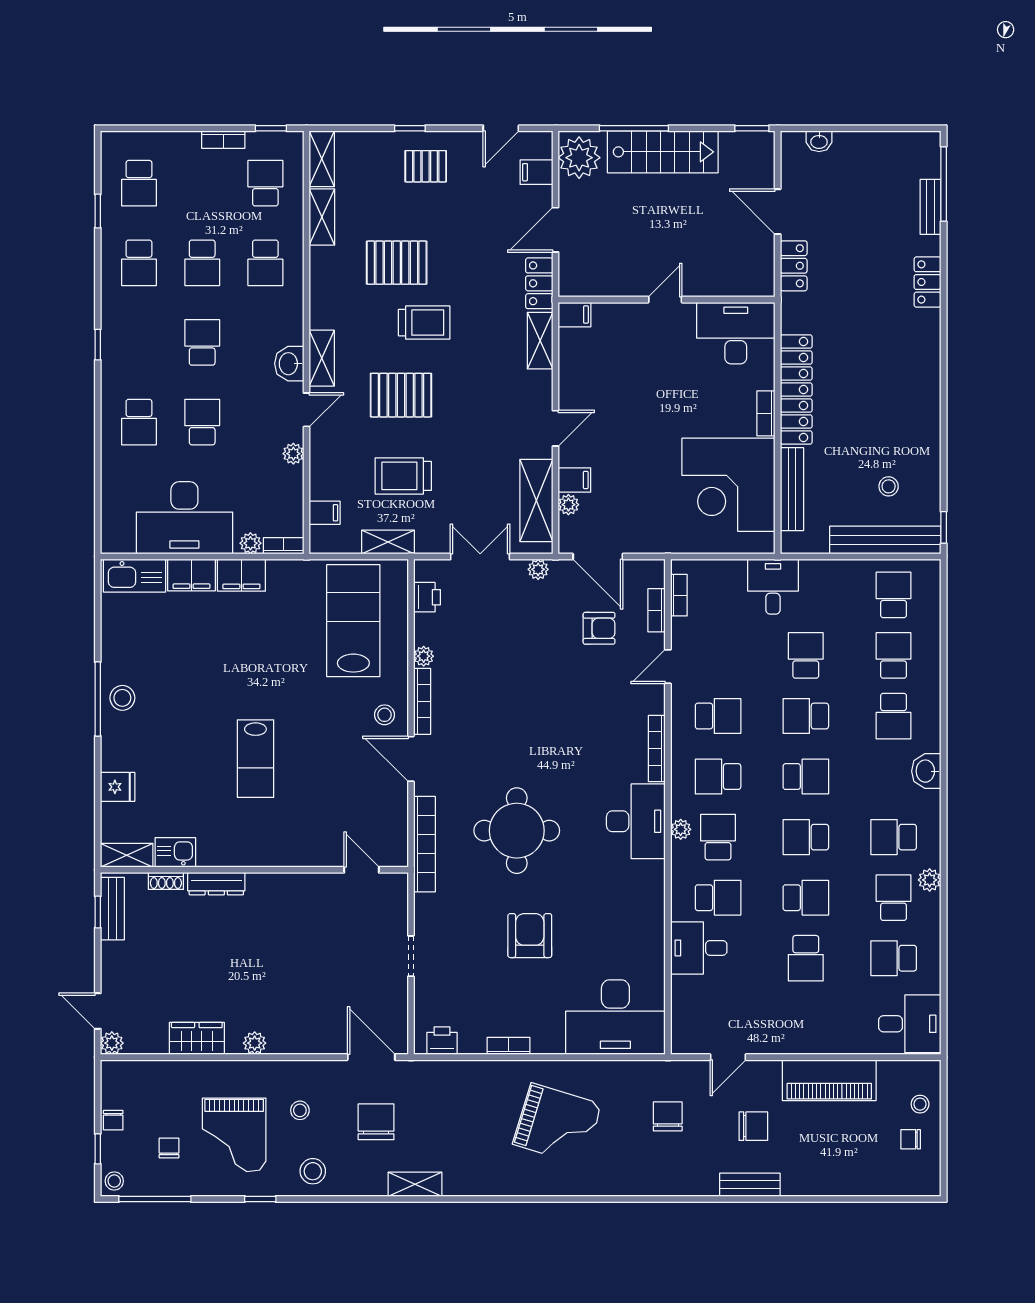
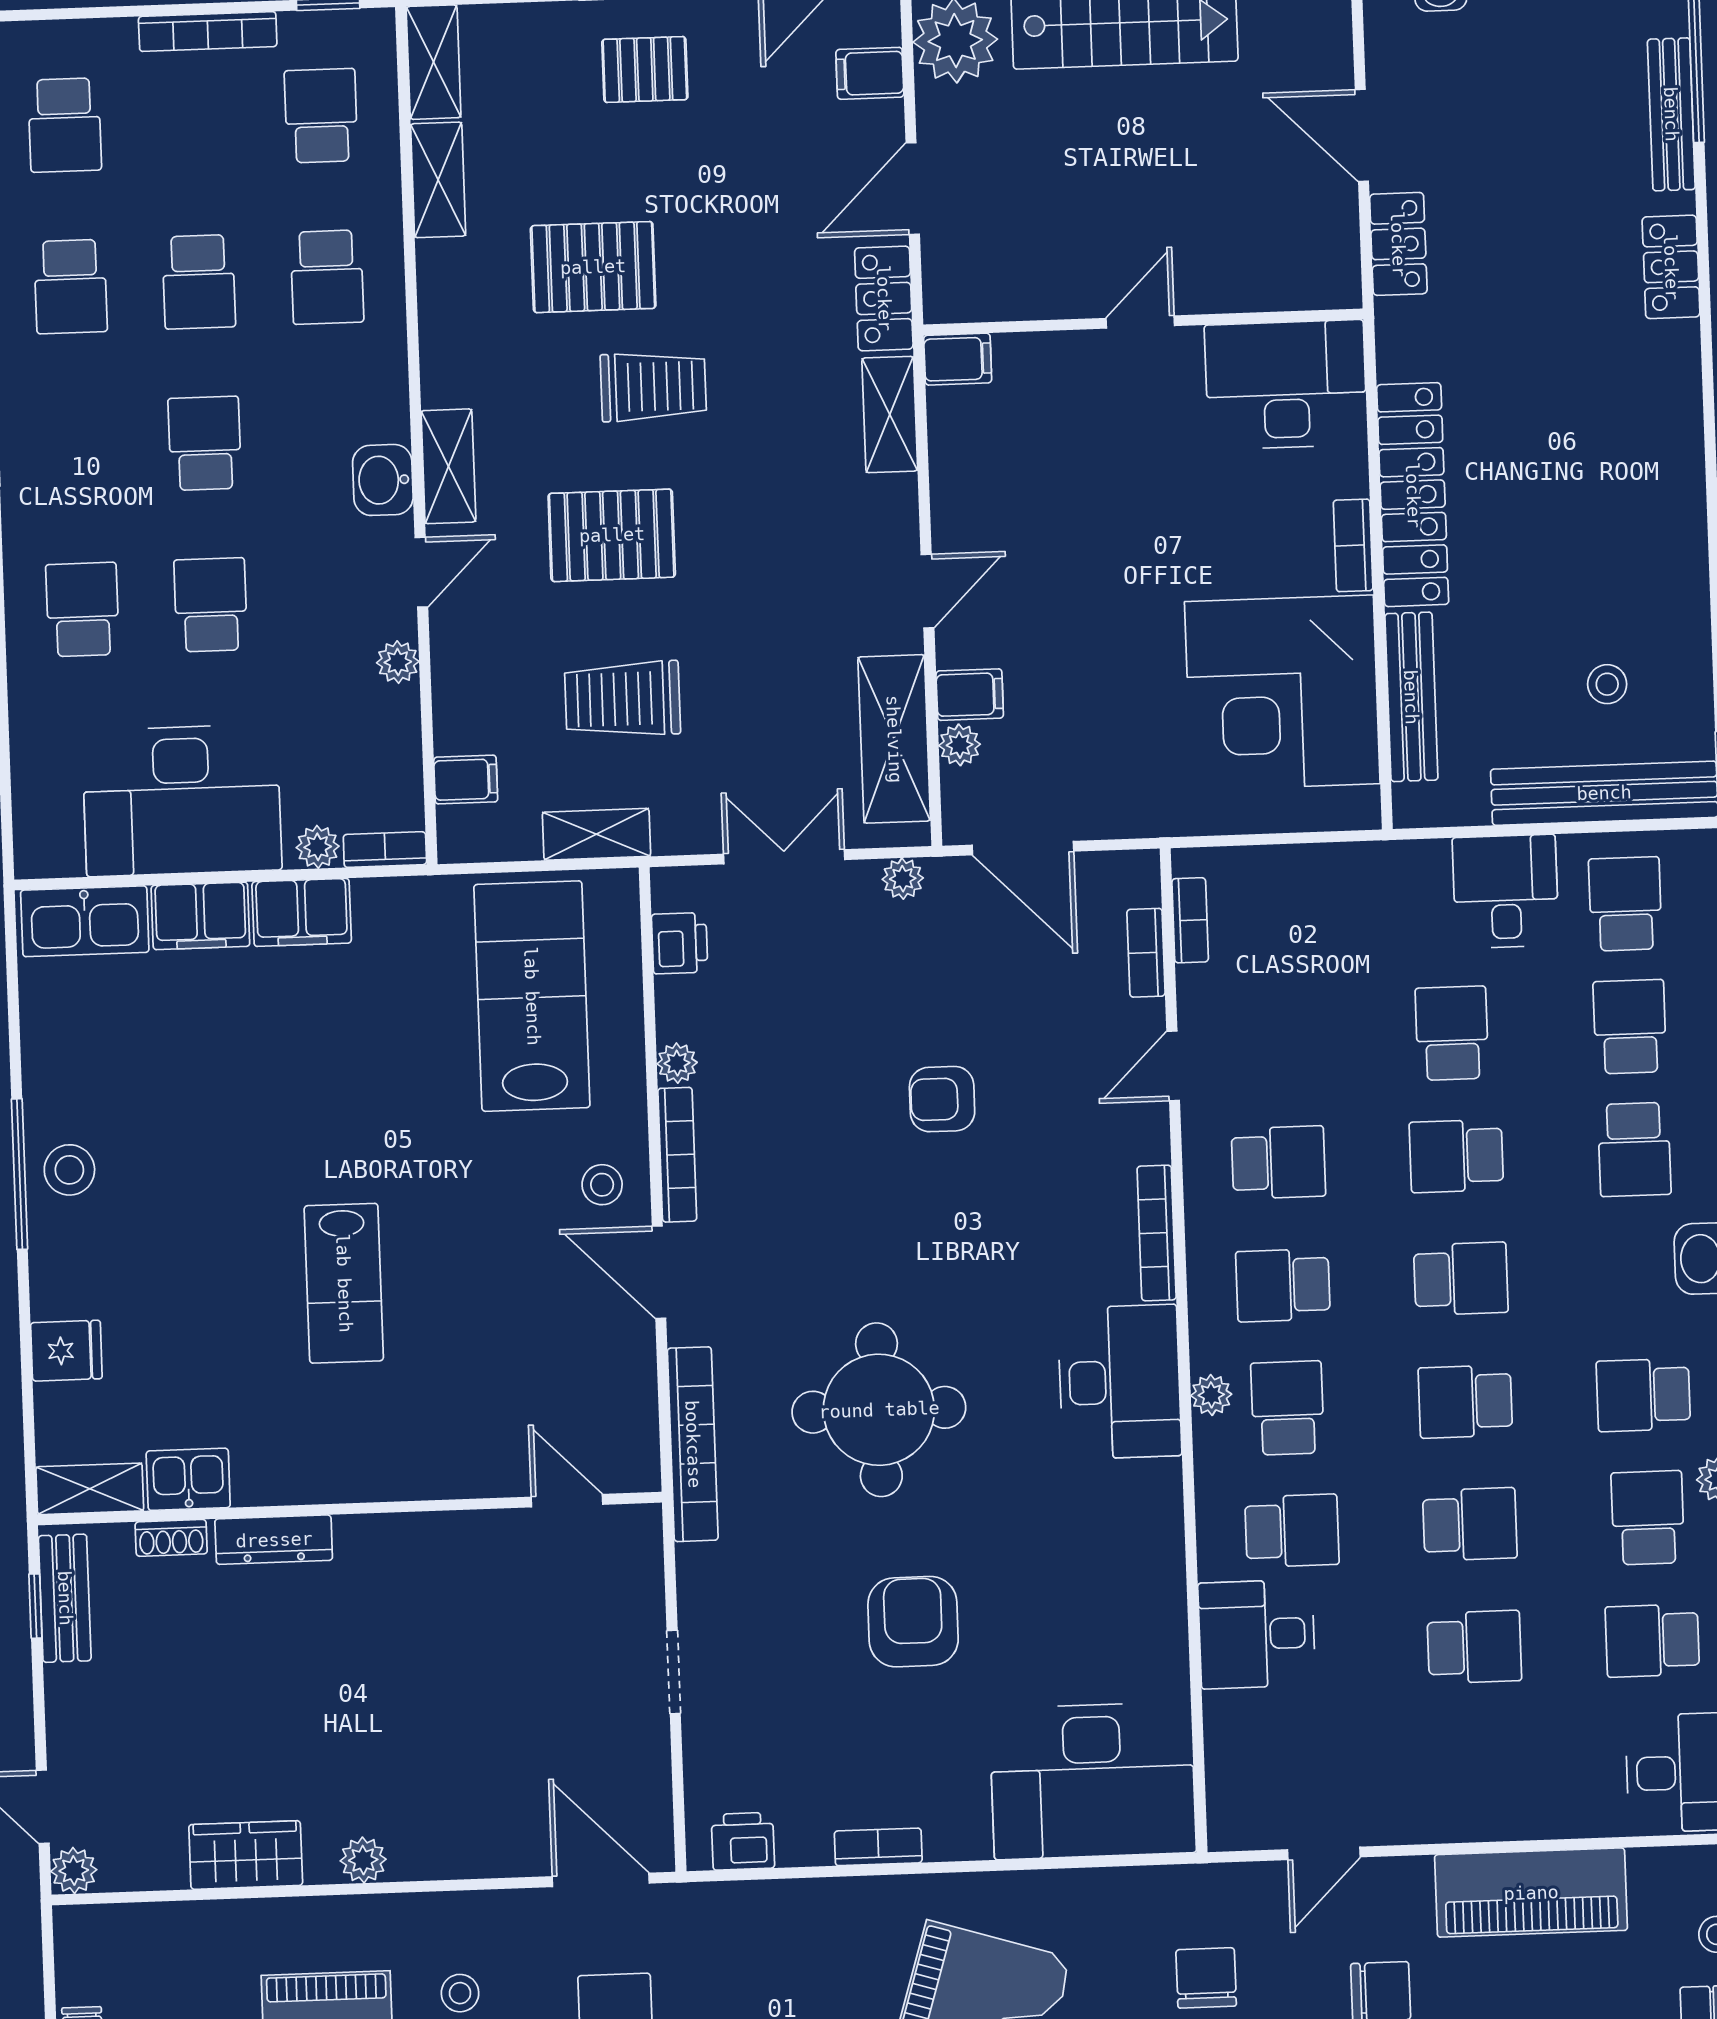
bookcase: (223, 140) -> (208, 31), width x1.56
bench: (930, 207) -> (1671, 114), width x1.36
school desk: (139, 422) -> (82, 610), turned 180
desk: (773, 587) -> (1506, 892), moved
armchair: (599, 628) -> (942, 1099), moved, turned 180
school desk: (806, 958) -> (1474, 1647), turned -90

